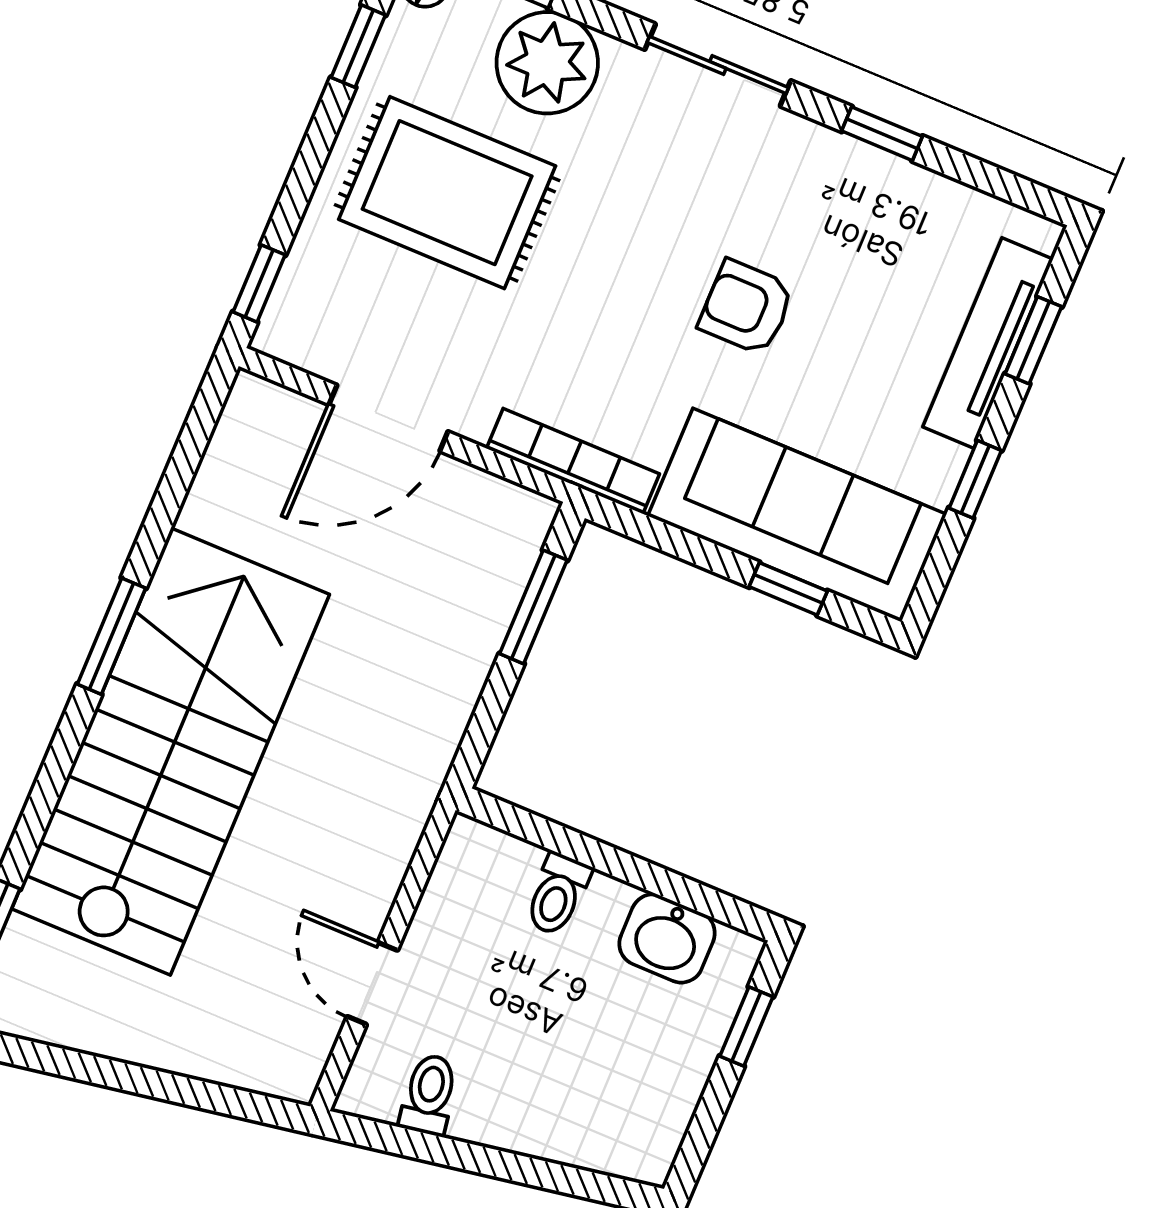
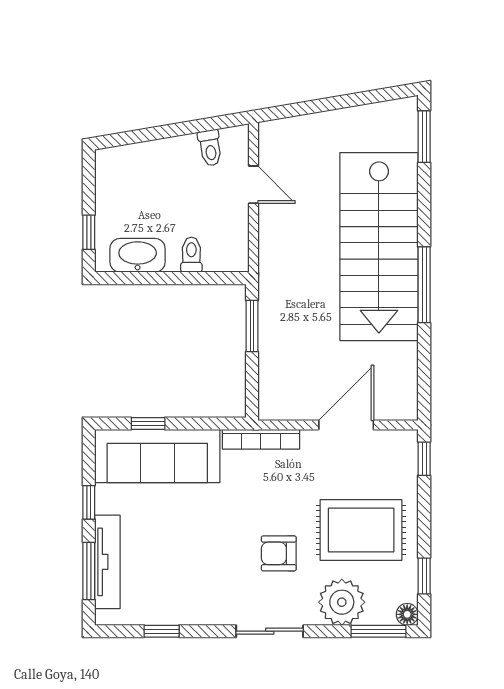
window: (882, 134) -> (162, 631), moved
armchair: (746, 307) -> (279, 553), moved, turned 180
window: (1033, 340) -> (89, 571), width x1.50
window: (533, 607) -> (252, 326), moved
window: (112, 636) -> (424, 285), width x1.44
washbasin: (667, 938) -> (138, 255), width x1.38

